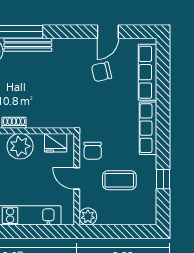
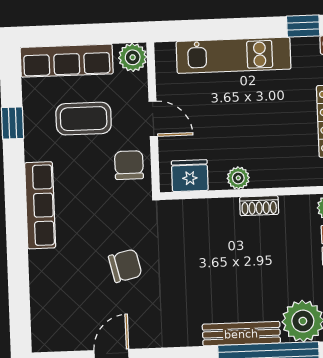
chair: (102, 72) -> (125, 266), moved
row of seats: (147, 72) -> (67, 61), moved, turned 90
plant: (20, 146) -> (238, 178), width x0.53, depth x0.53

